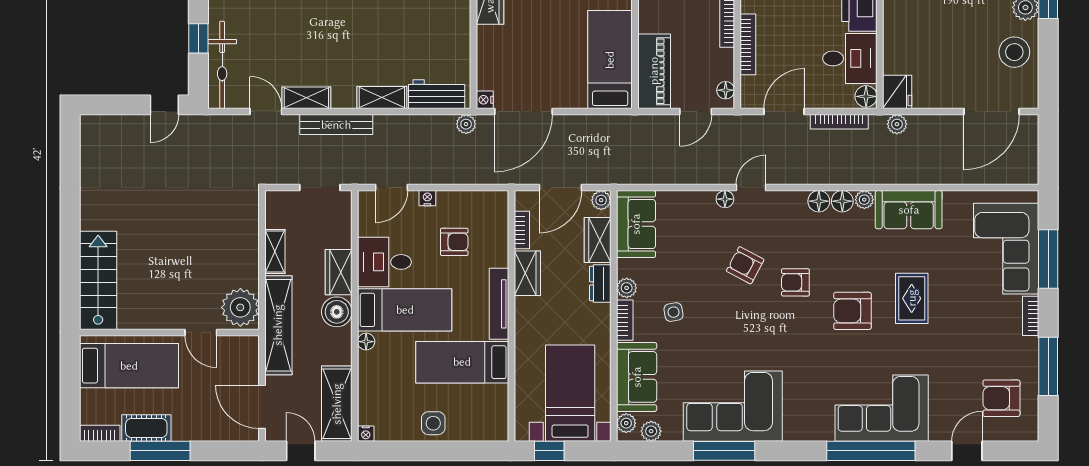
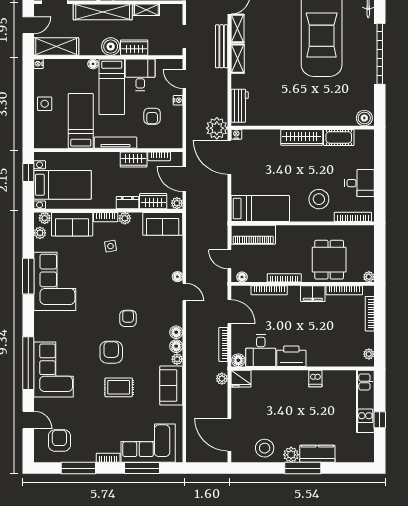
shelving: (382, 98) -> (238, 59), moved
plant: (466, 124) -> (217, 128), width x1.88, depth x1.88
armchair: (745, 265) -> (138, 289), removed

